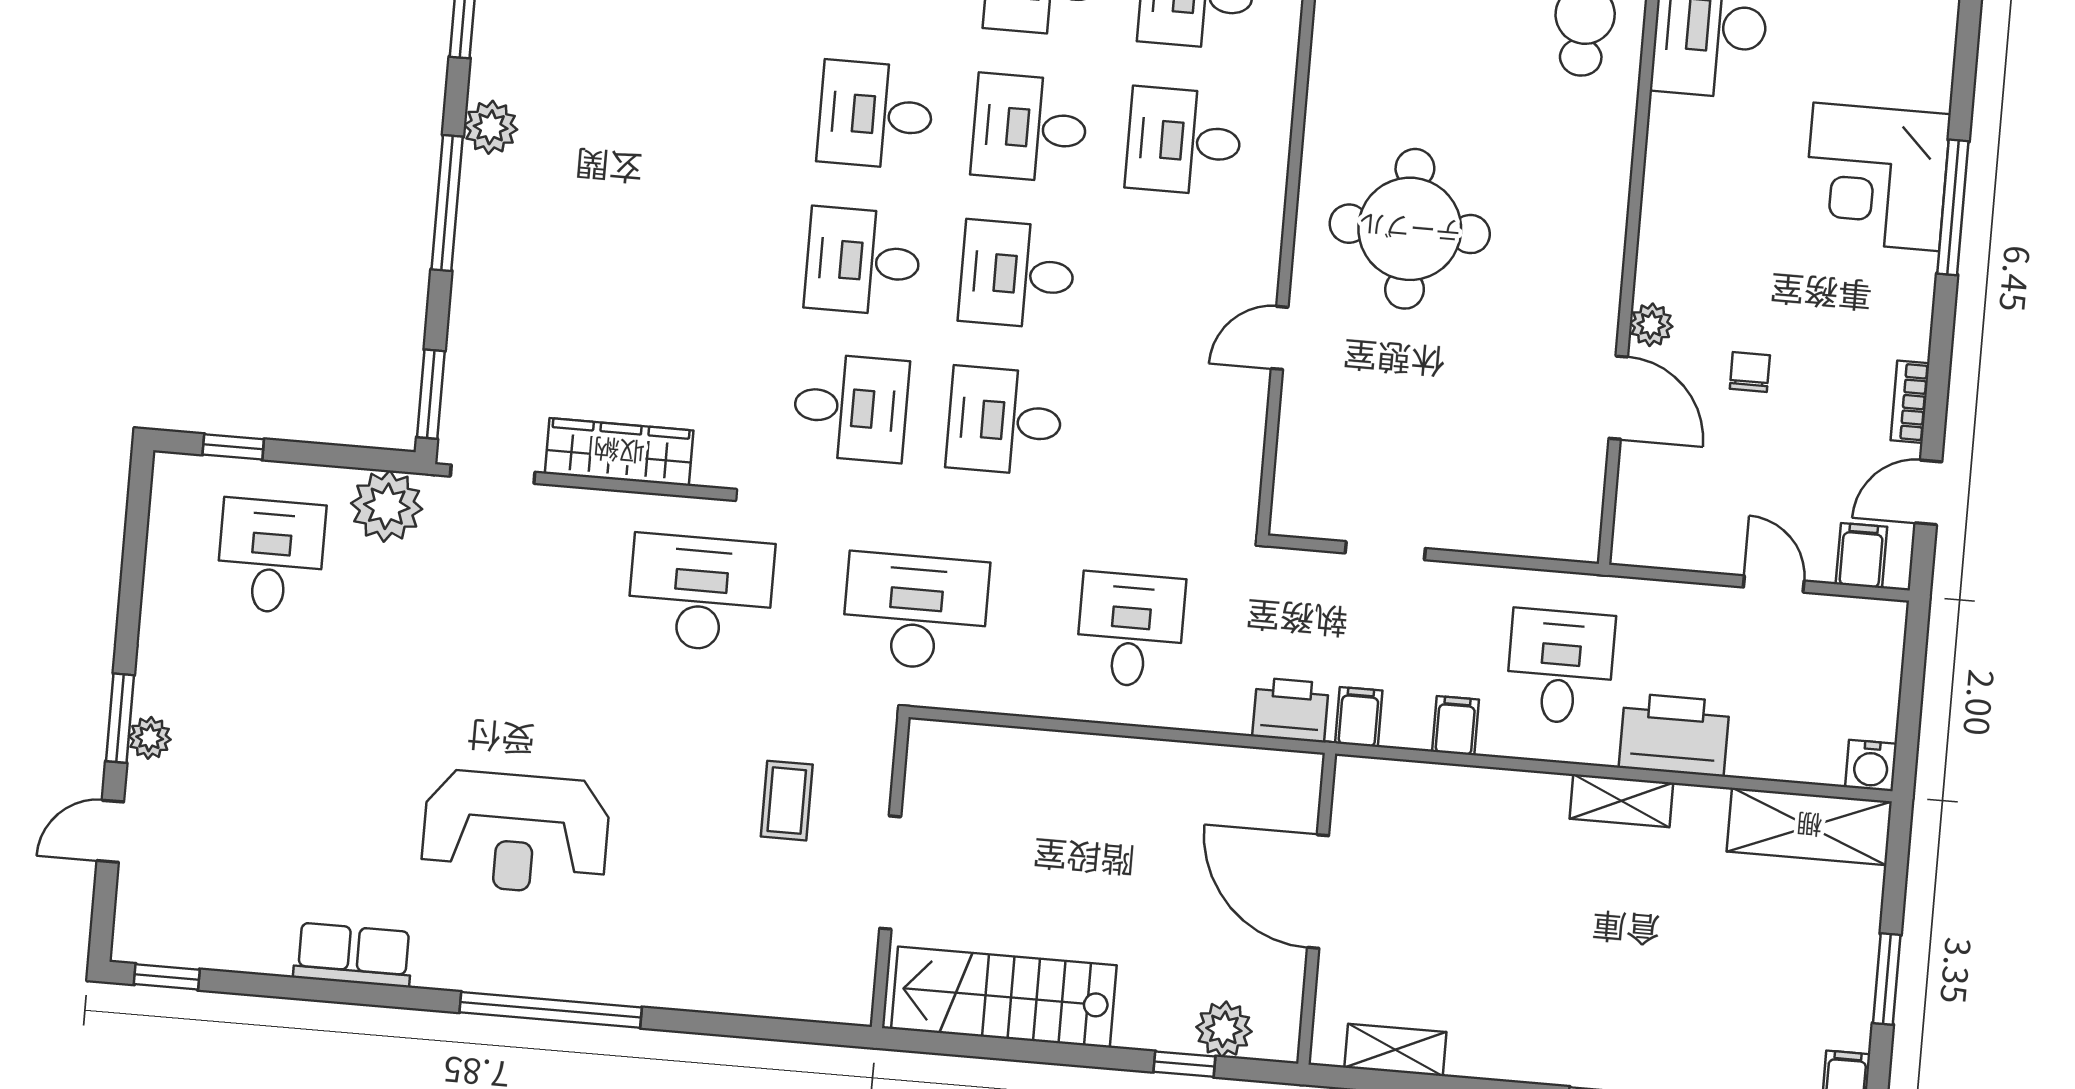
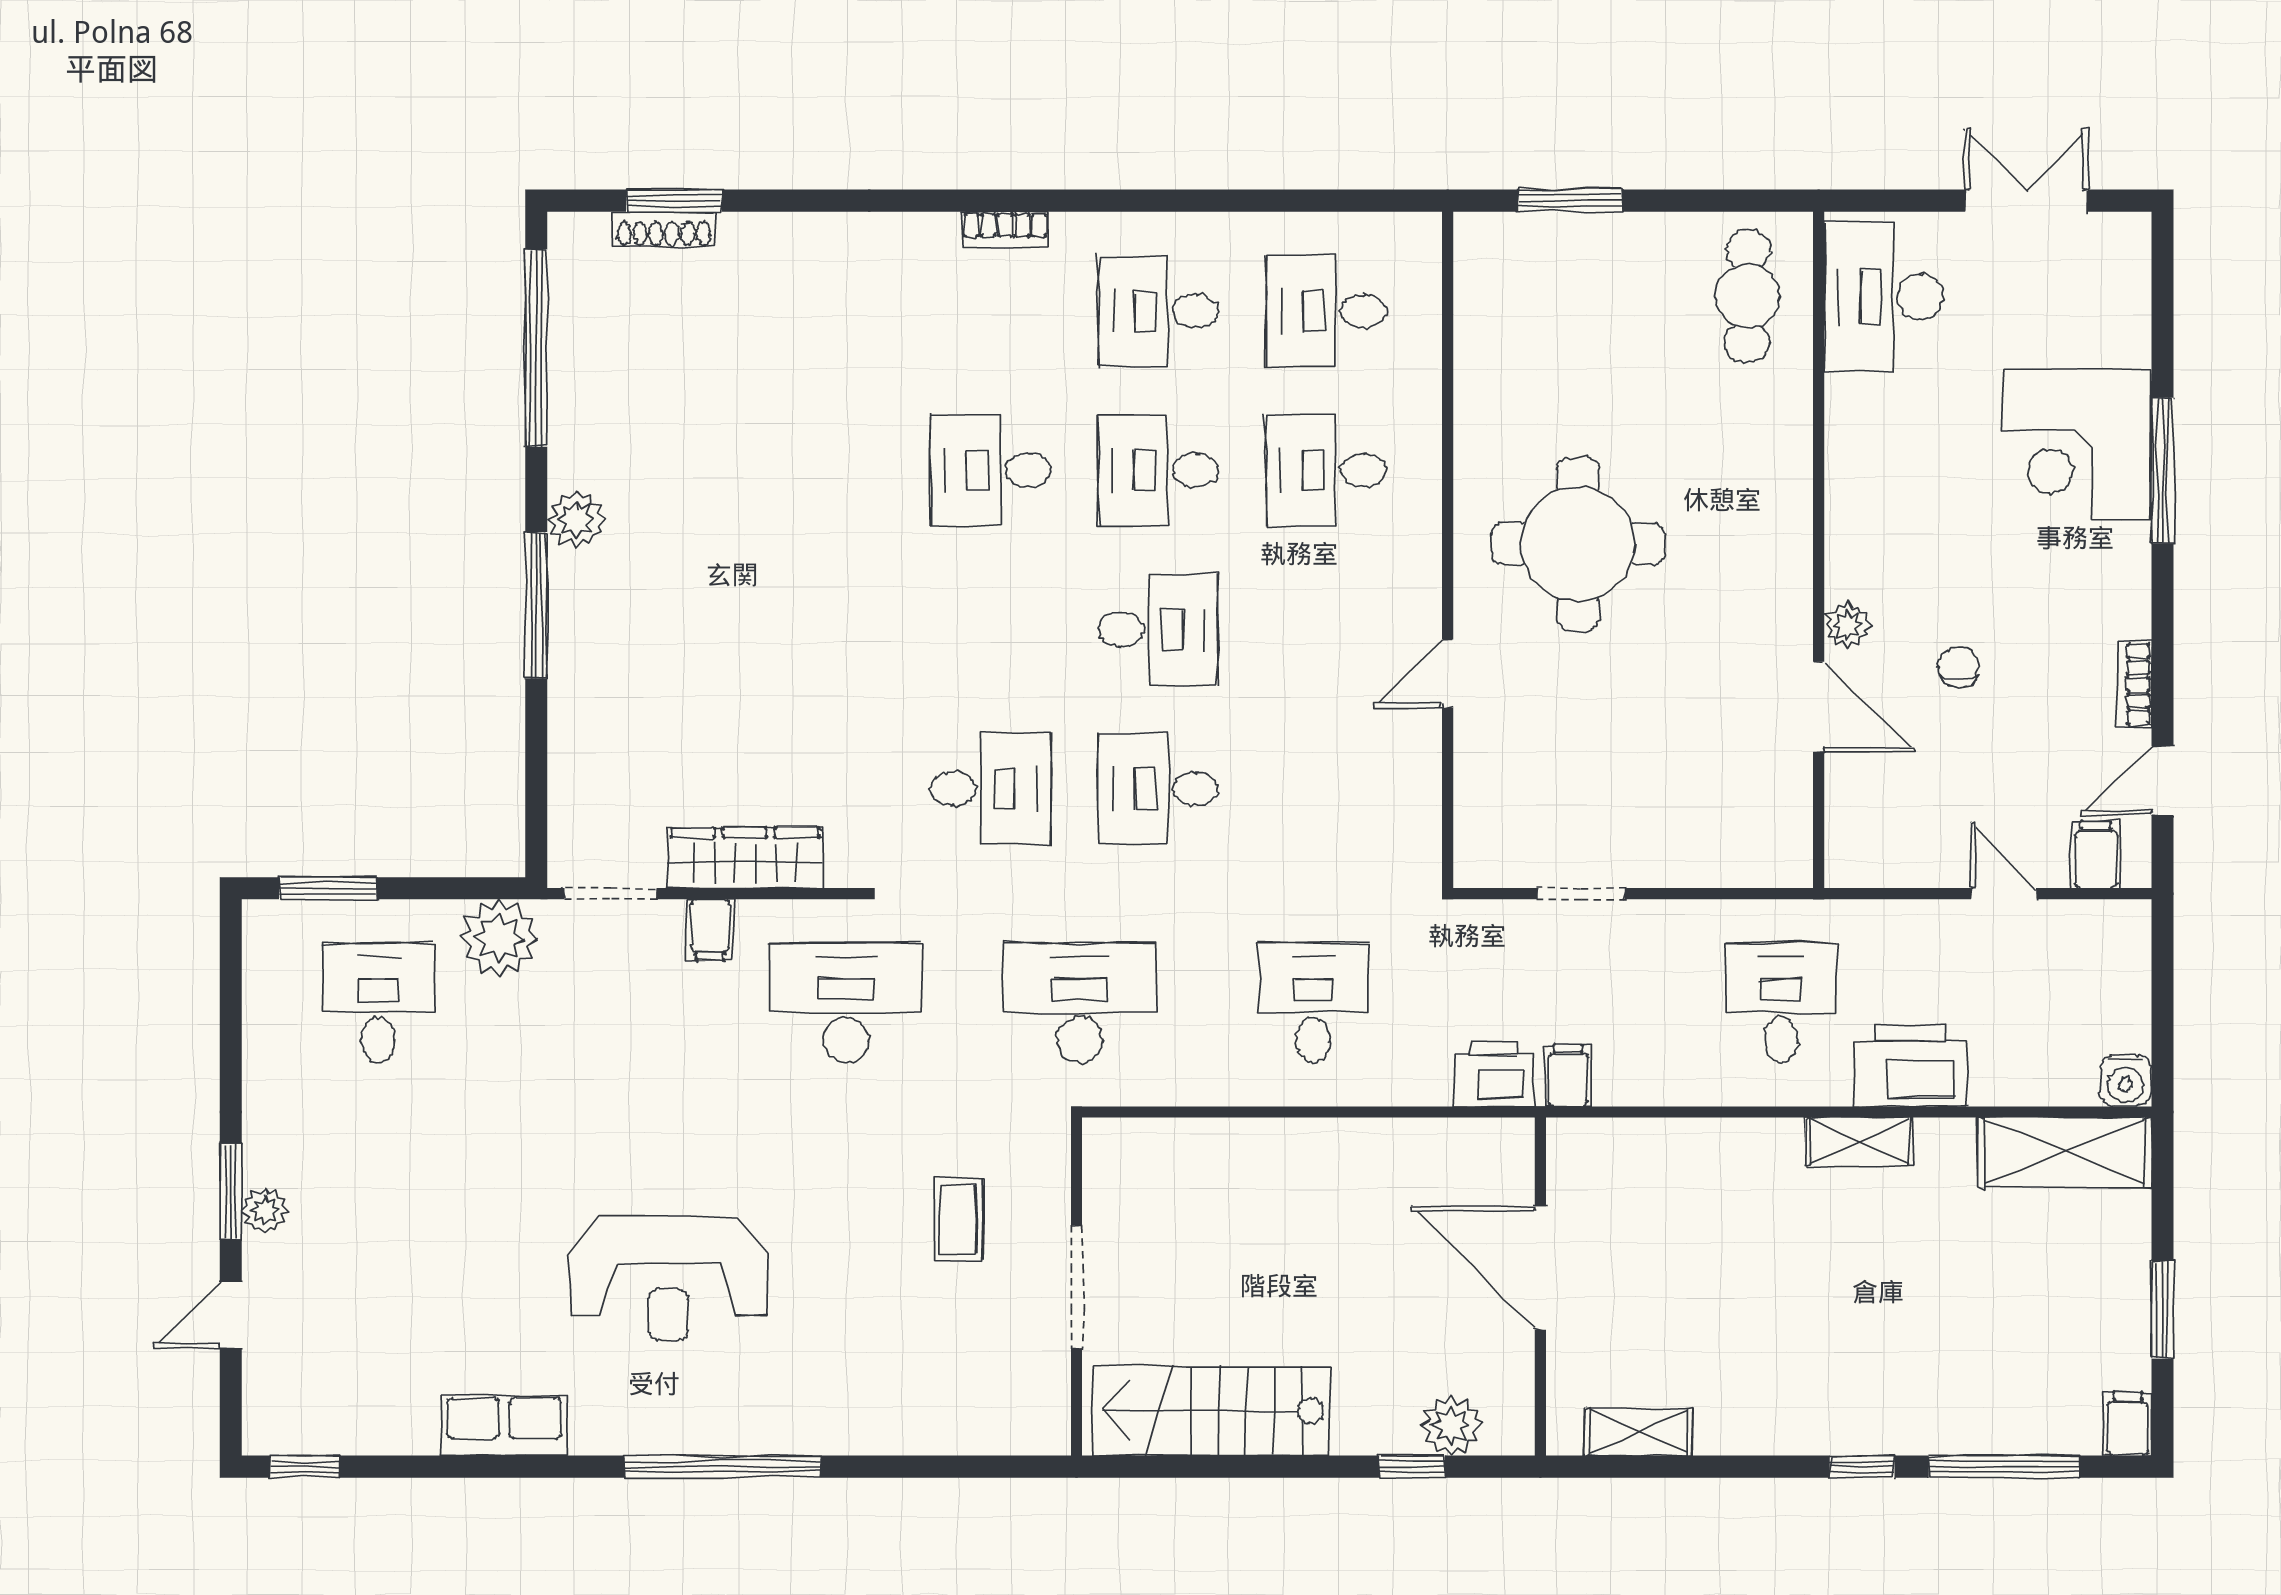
desk: (863, 261) -> (991, 630), removed
desk: (1017, 274) -> (1158, 630), turned 180
window: (431, 394) -> (536, 813), removed
window: (233, 447) -> (328, 888), width x1.50
filing cabinet: (1455, 726) -> (710, 930), moved, turned 180

